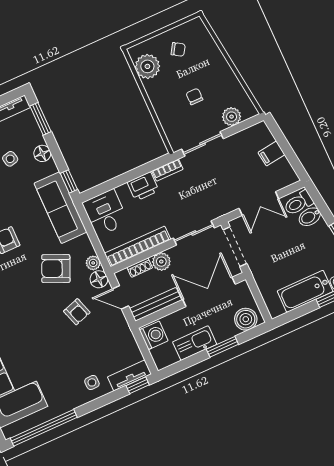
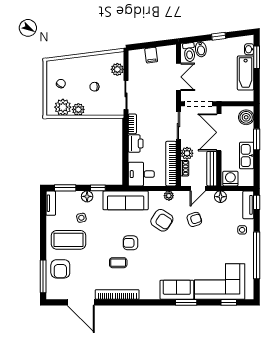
plant: (154, 89) -> (78, 109), added
window: (69, 181) -> (98, 188), moved
armchair: (56, 269) -> (162, 220), turned -81
floor lamp: (99, 279) -> (220, 197), moved
window: (44, 428) -> (257, 255), moved

